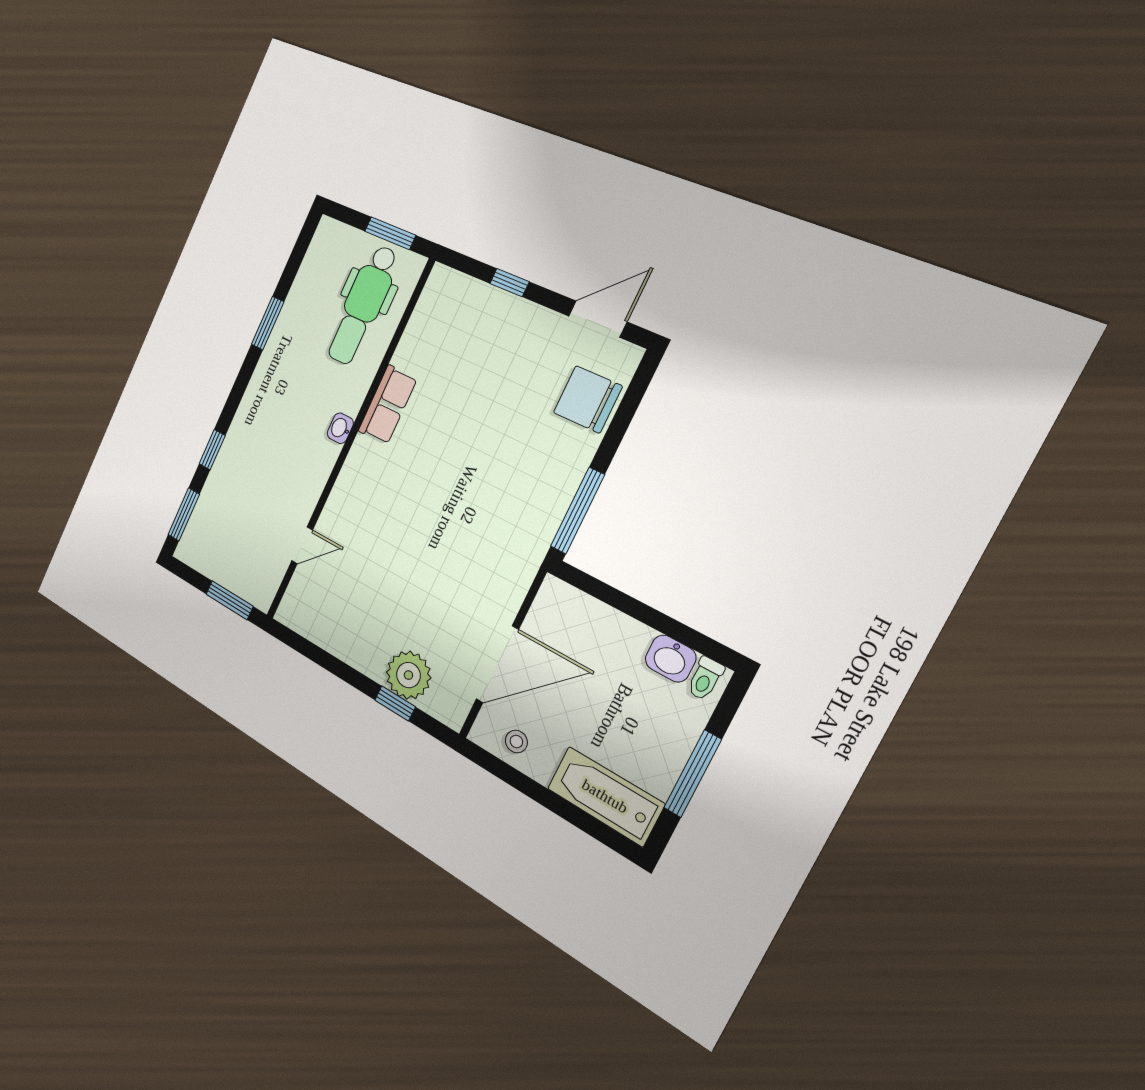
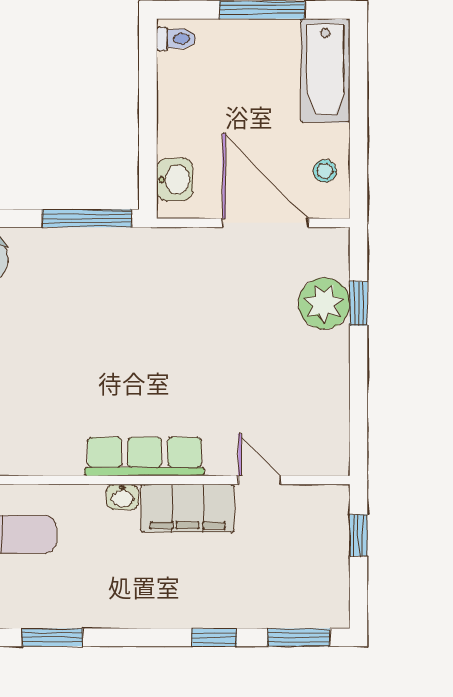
row of seats: (388, 405) -> (145, 456), moved, width x1.48
filing cabinet: (308, 477) -> (188, 508), added
window: (229, 600) -> (359, 535), width x0.67
washbasin: (671, 658) -> (175, 180), moved

